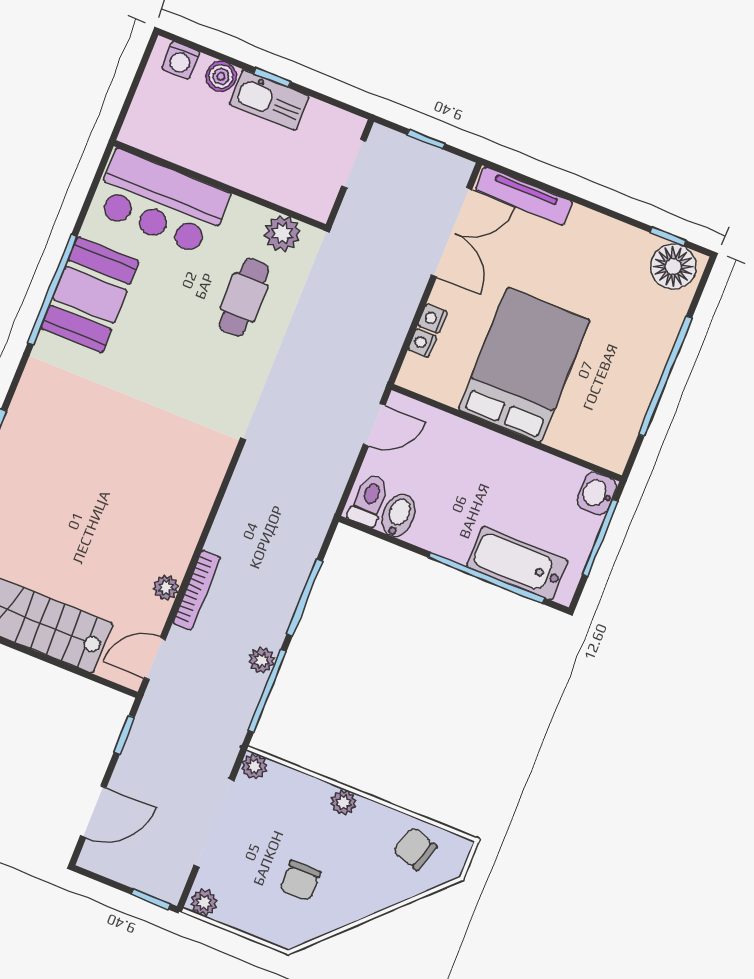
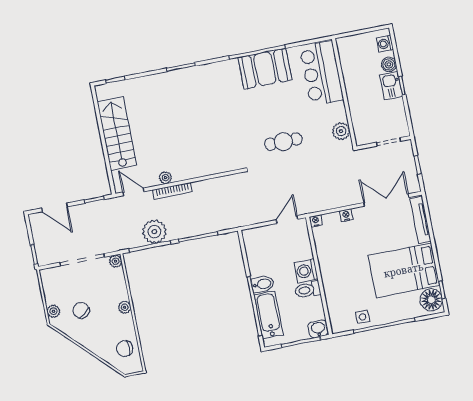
kitchen sink: (269, 100) -> (391, 86), width x0.73
double door: (451, 232) -> (386, 200), swing flipped
cafe table: (244, 297) -> (283, 142), moved
nightstand: (422, 343) -> (316, 221), moved
bed: (524, 365) -> (404, 270), moved, turned 180
side table: (626, 404) -> (363, 317), added
door: (374, 425) -> (287, 219), swing flipped
washing machine: (483, 450) -> (306, 271), added
toilet: (369, 500) -> (308, 290), moved, turned 180
bidet: (398, 515) -> (263, 284), moved
plant: (262, 660) -> (154, 232), width x1.88, depth x1.88
chair: (415, 849) -> (125, 349), turned -107
chair: (300, 881) -> (81, 310), turned 57
plant: (204, 902) -> (53, 311), moved

